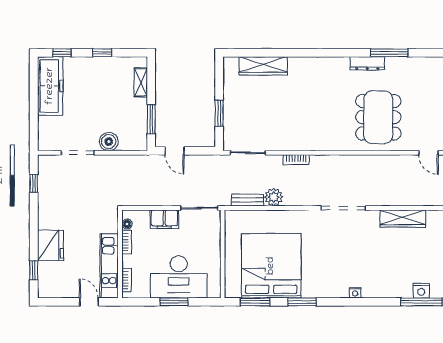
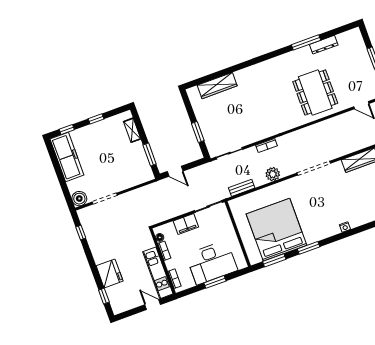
dresser: (367, 63) -> (324, 45), moved
boiler: (109, 142) -> (79, 199), moved
plant: (274, 197) -> (273, 174), moved

